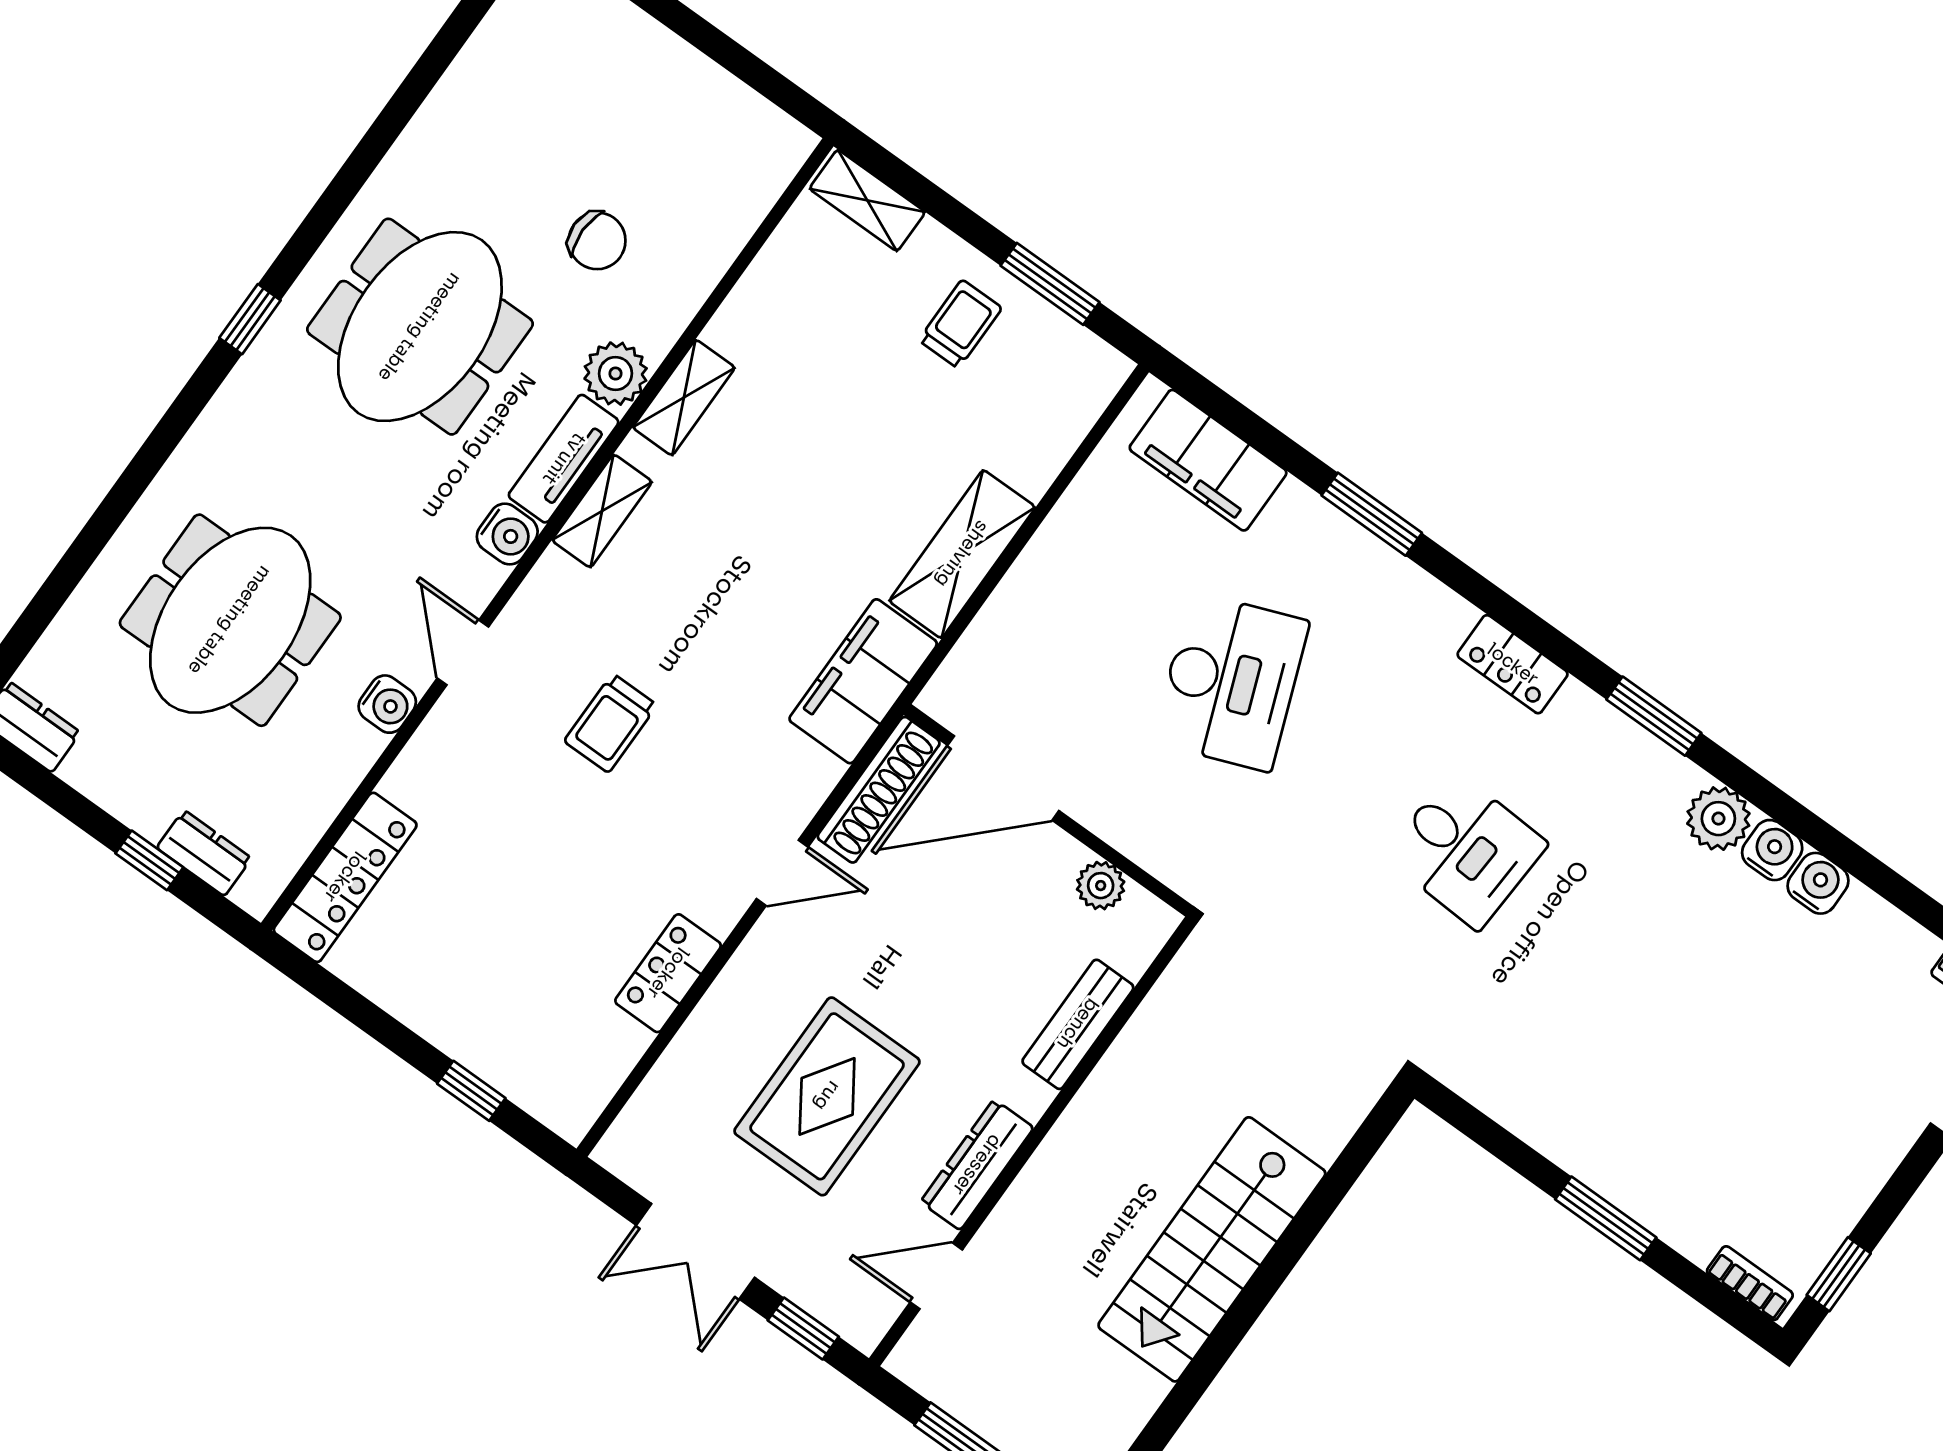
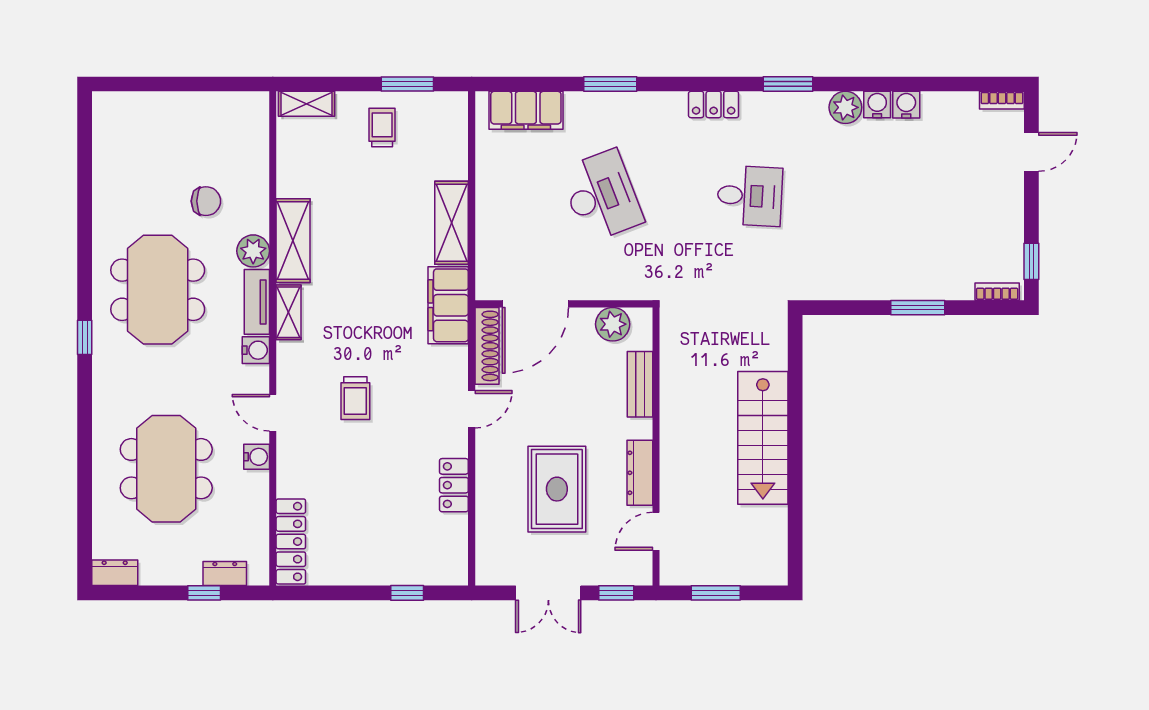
shelving: (684, 398) -> (293, 241), width x1.50, depth x1.33
plant: (1101, 886) -> (613, 324), width x1.38, depth x1.38

